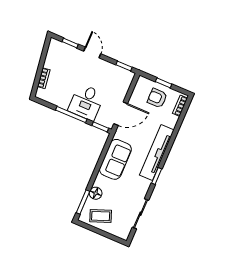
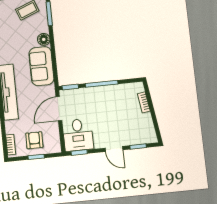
armchair: (157, 98) -> (34, 140), turned -90
desk: (86, 102) -> (78, 135), moved, turned 180
floor lamp: (96, 193) -> (44, 39), moved

